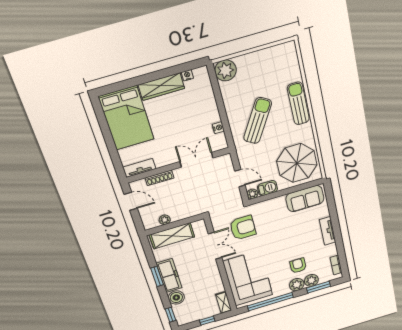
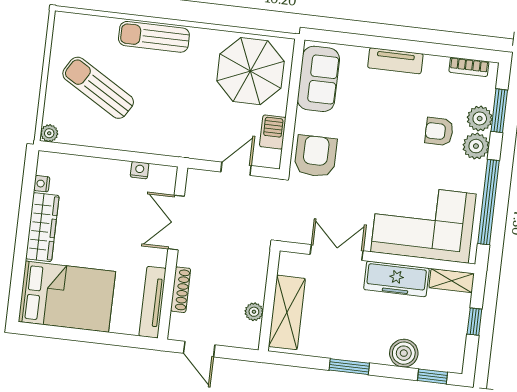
plant: (225, 70) -> (49, 133), width x0.53, depth x0.53
sun lounger: (258, 121) -> (98, 88), moved
tv unit: (139, 168) -> (152, 302), width x1.41
plant: (252, 194) -> (272, 159), removed
door: (131, 201) -> (199, 349), swing flipped
armchair: (243, 228) -> (316, 156), moved
freezer: (169, 276) -> (396, 279), moved, turned 180

